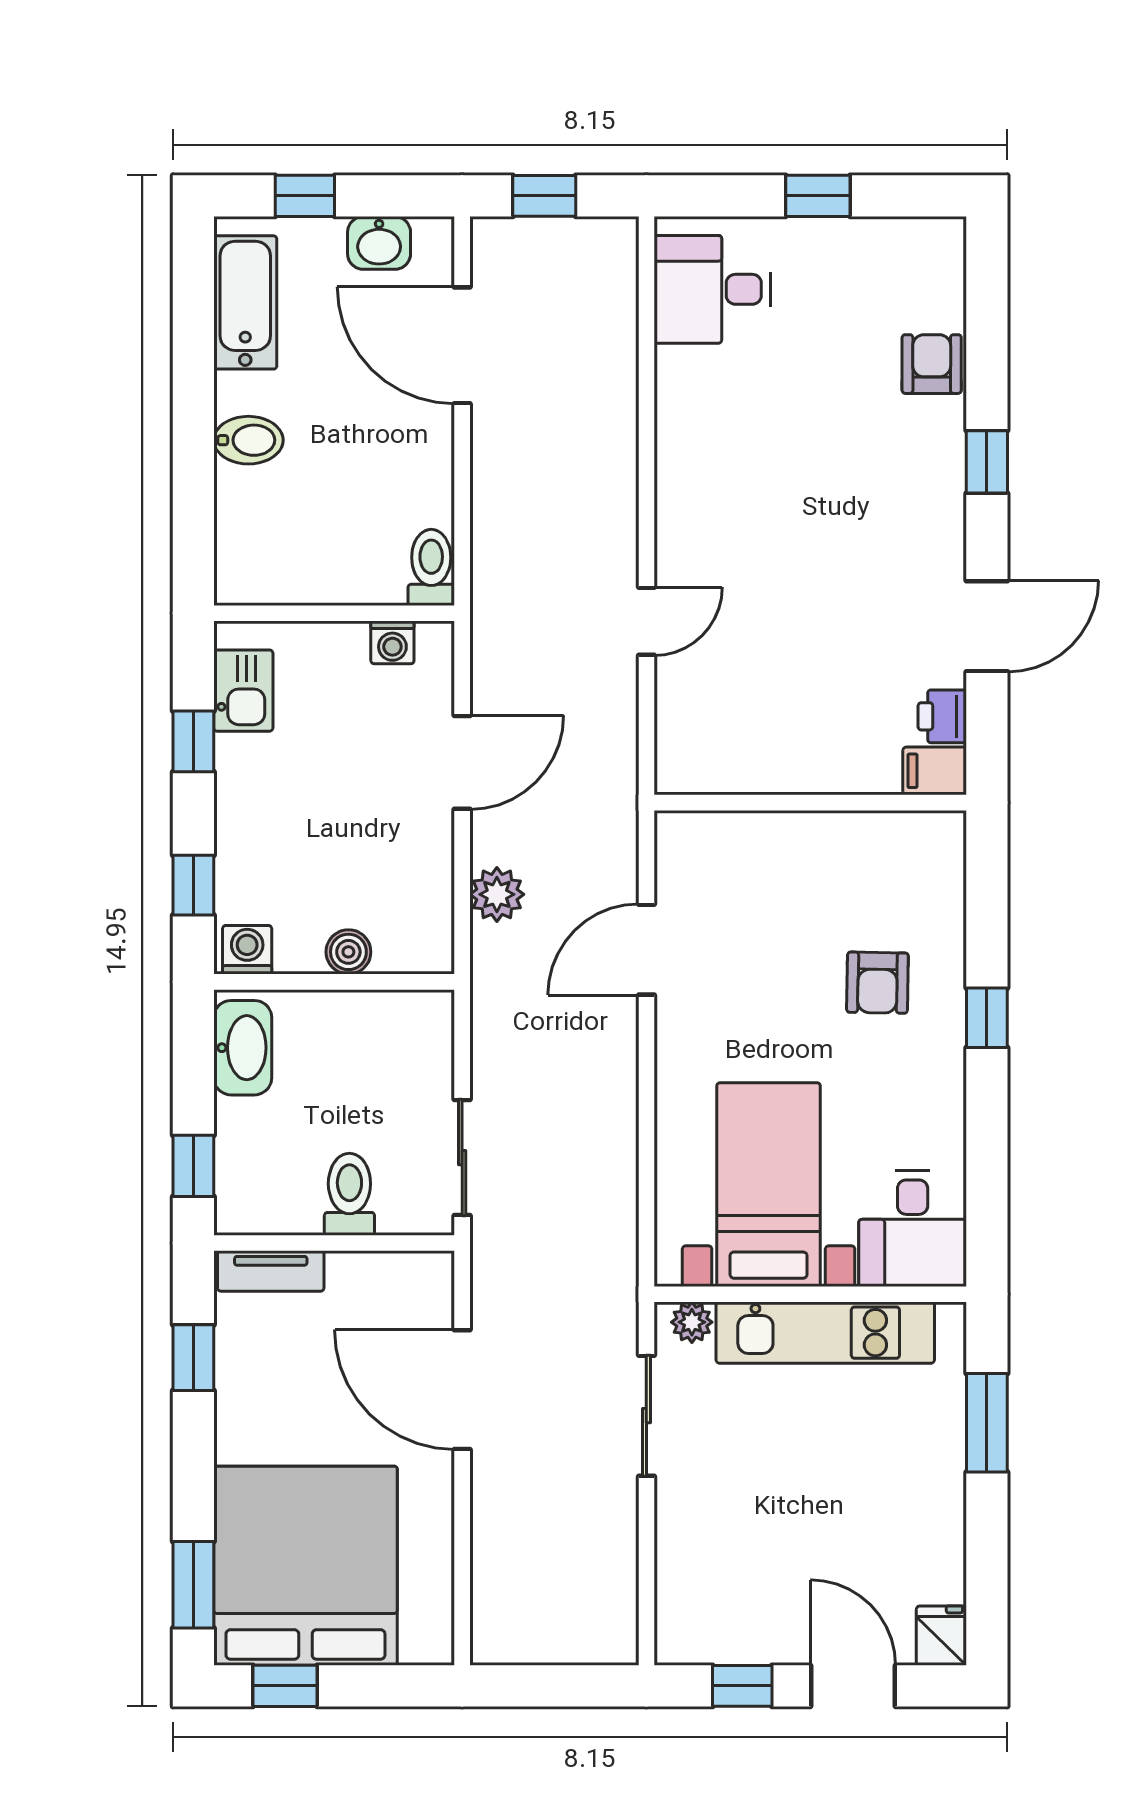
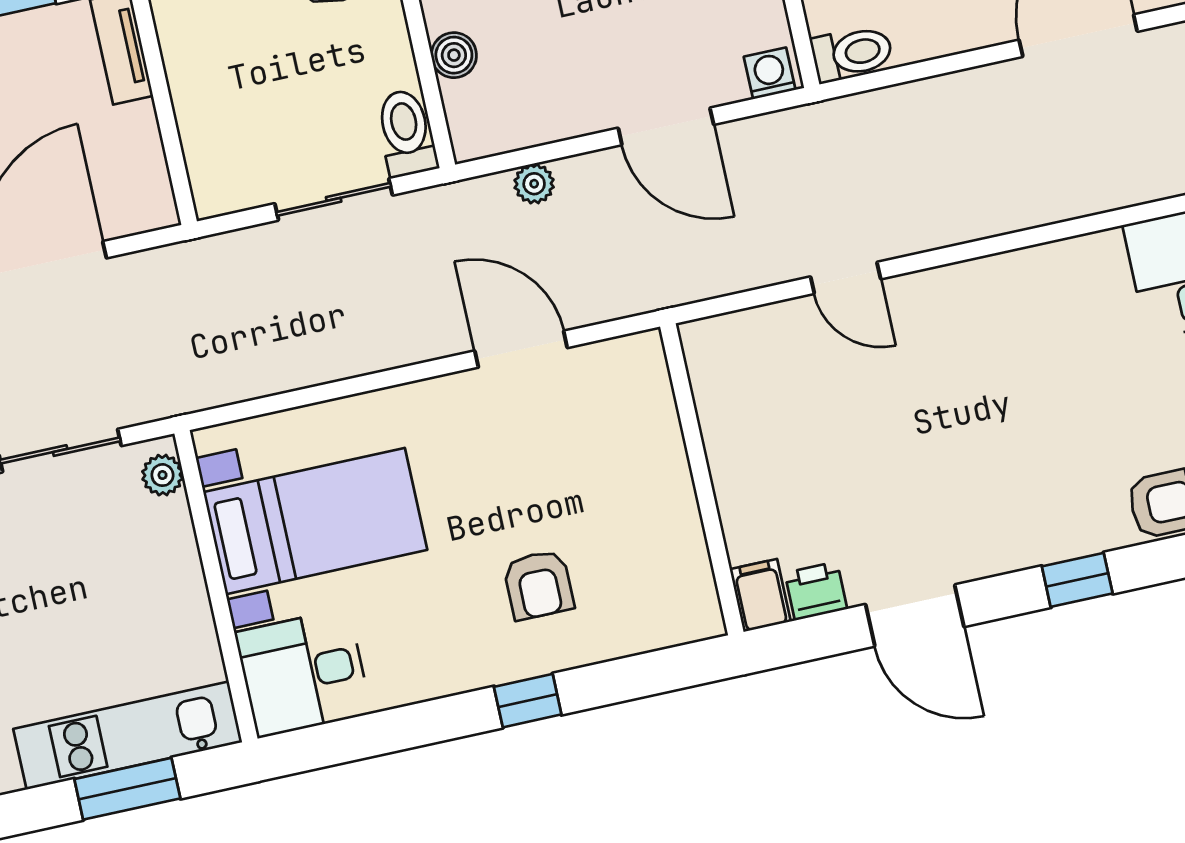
washing machine: (392, 642) -> (770, 73), moved, turned 90
plant: (497, 894) -> (534, 184), width x0.73, depth x0.73
armchair: (877, 983) -> (539, 585), turned -91
sliding door: (462, 1158) -> (334, 199), moved
toilet: (349, 1194) -> (406, 133), moved, turned -90
kitchen unit: (825, 1333) -> (128, 736), moved, turned 90

